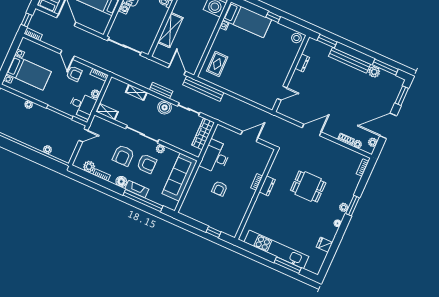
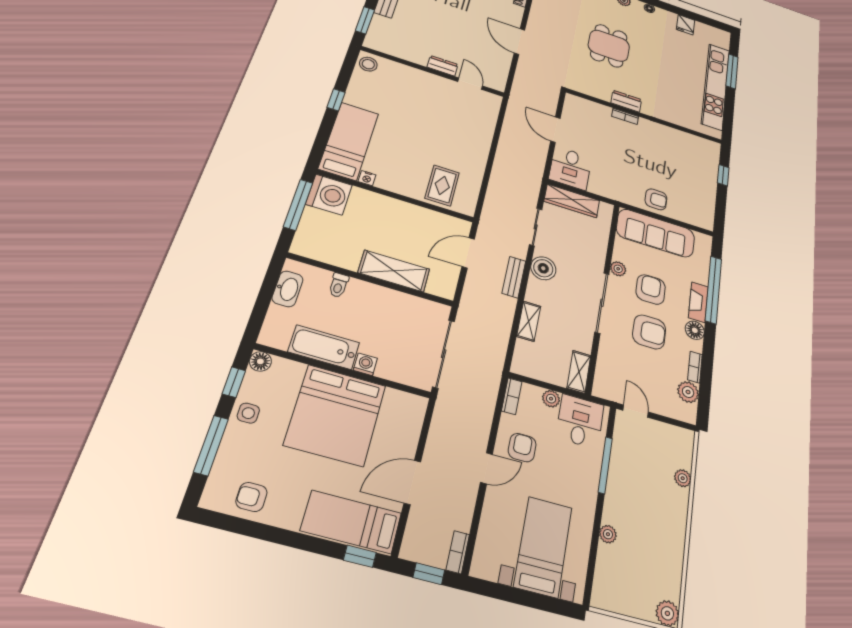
dresser: (302, 63) -> (443, 66), moved
rug: (217, 64) -> (442, 185), turned 90
bench: (203, 89) -> (493, 206), removed
desk: (215, 157) -> (570, 168), moved, width x0.73
armchair: (219, 188) -> (656, 199), moved

